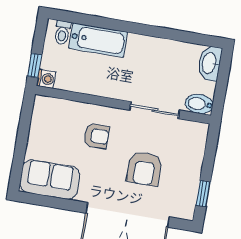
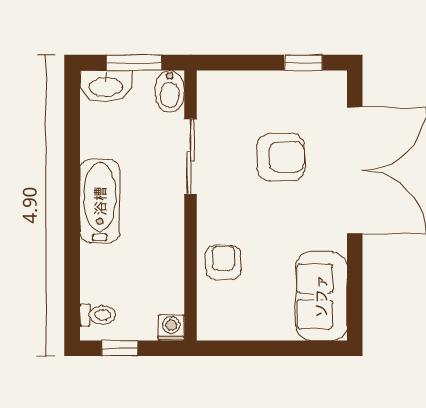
bathtub: (98, 40) -> (100, 201), moved
window: (35, 65) -> (120, 348), moved
window: (222, 84) -> (134, 63), added
armchair: (96, 136) -> (223, 262), moved

